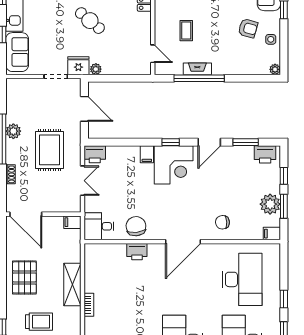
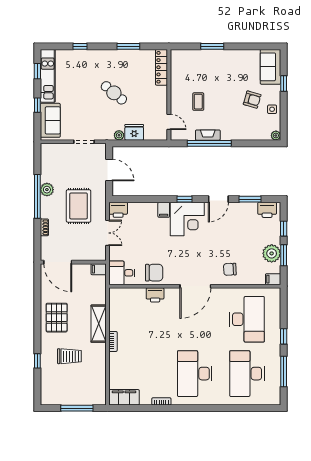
fridge: (78, 66) -> (134, 132), moved
chair: (136, 226) -> (154, 273), turned 96

